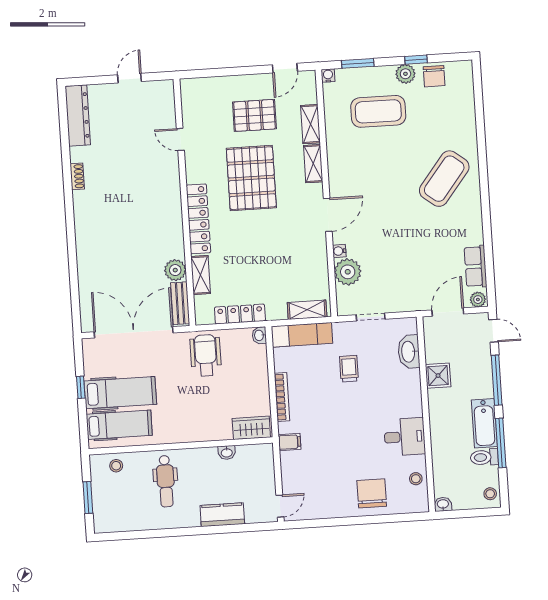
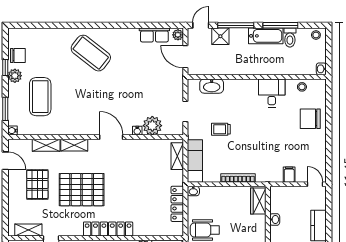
shelving: (201, 275) -> (28, 230), moved
shower: (438, 376) -> (220, 36), moved
filing cabinet: (290, 442) -> (289, 175), moved

